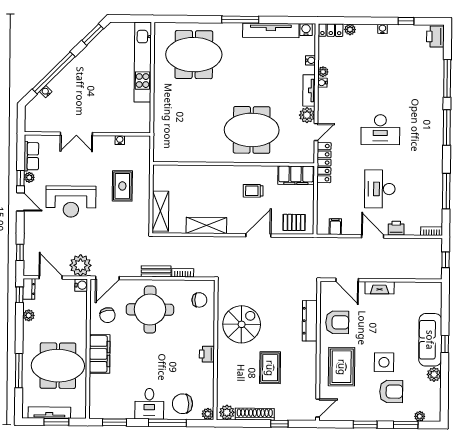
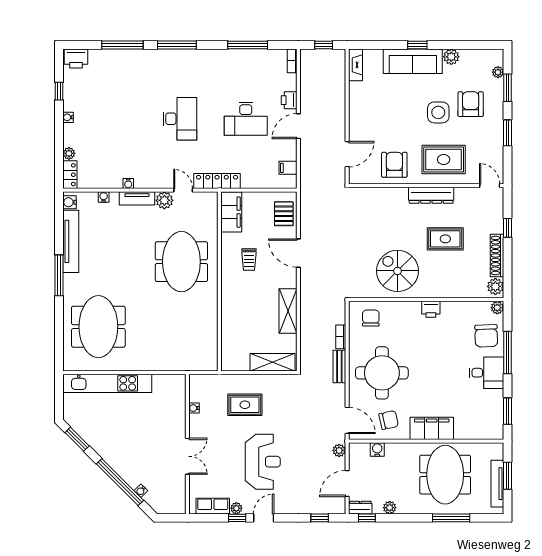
plant: (323, 72) -> (116, 183), removed
plant: (80, 265) -> (339, 450), width x0.53, depth x0.53
water cooler: (81, 285) -> (377, 449), moved
fireplace: (380, 288) -> (355, 65), moved
dresser: (310, 321) -> (431, 195), moved

